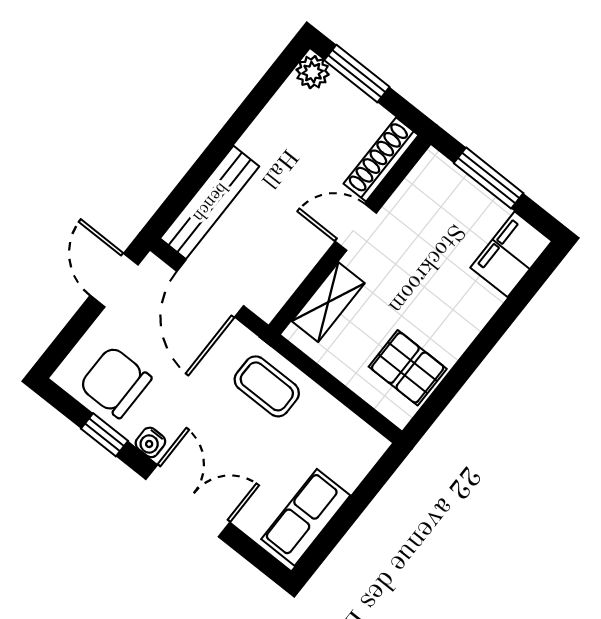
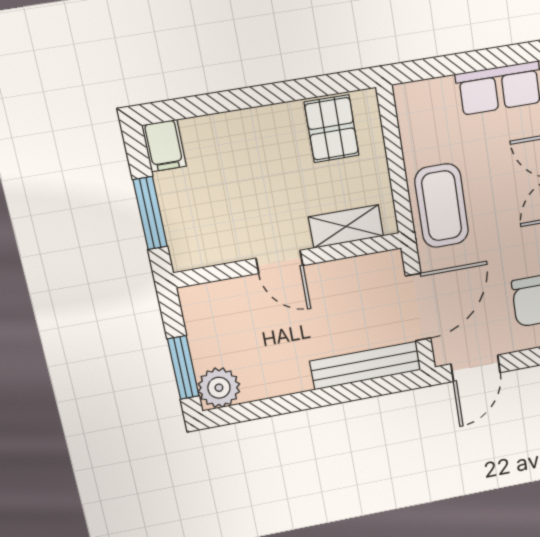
plant: (313, 72) -> (219, 388), width x1.38, depth x1.38
shoe rack: (381, 159) -> (219, 294), removed
filing cabinet: (511, 254) -> (164, 146), width x0.50
coffee table: (267, 386) -> (442, 206), width x1.36, depth x1.30

